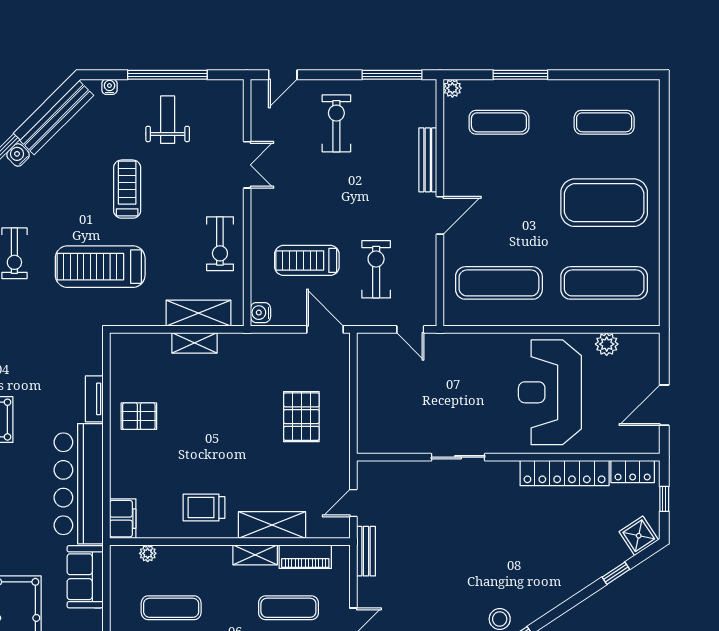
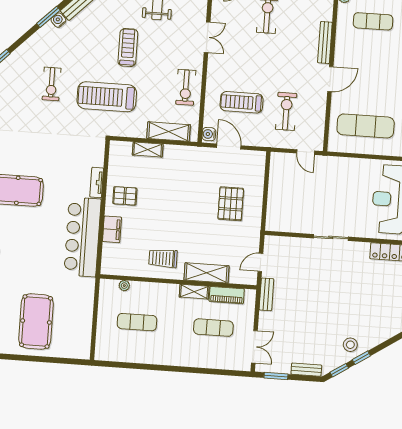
door: (325, 329) -> (229, 147), moved
shelving: (194, 343) -> (148, 150), moved
filing cabinet: (123, 519) -> (112, 229), moved
sofa: (85, 577) -> (82, 298), removed

